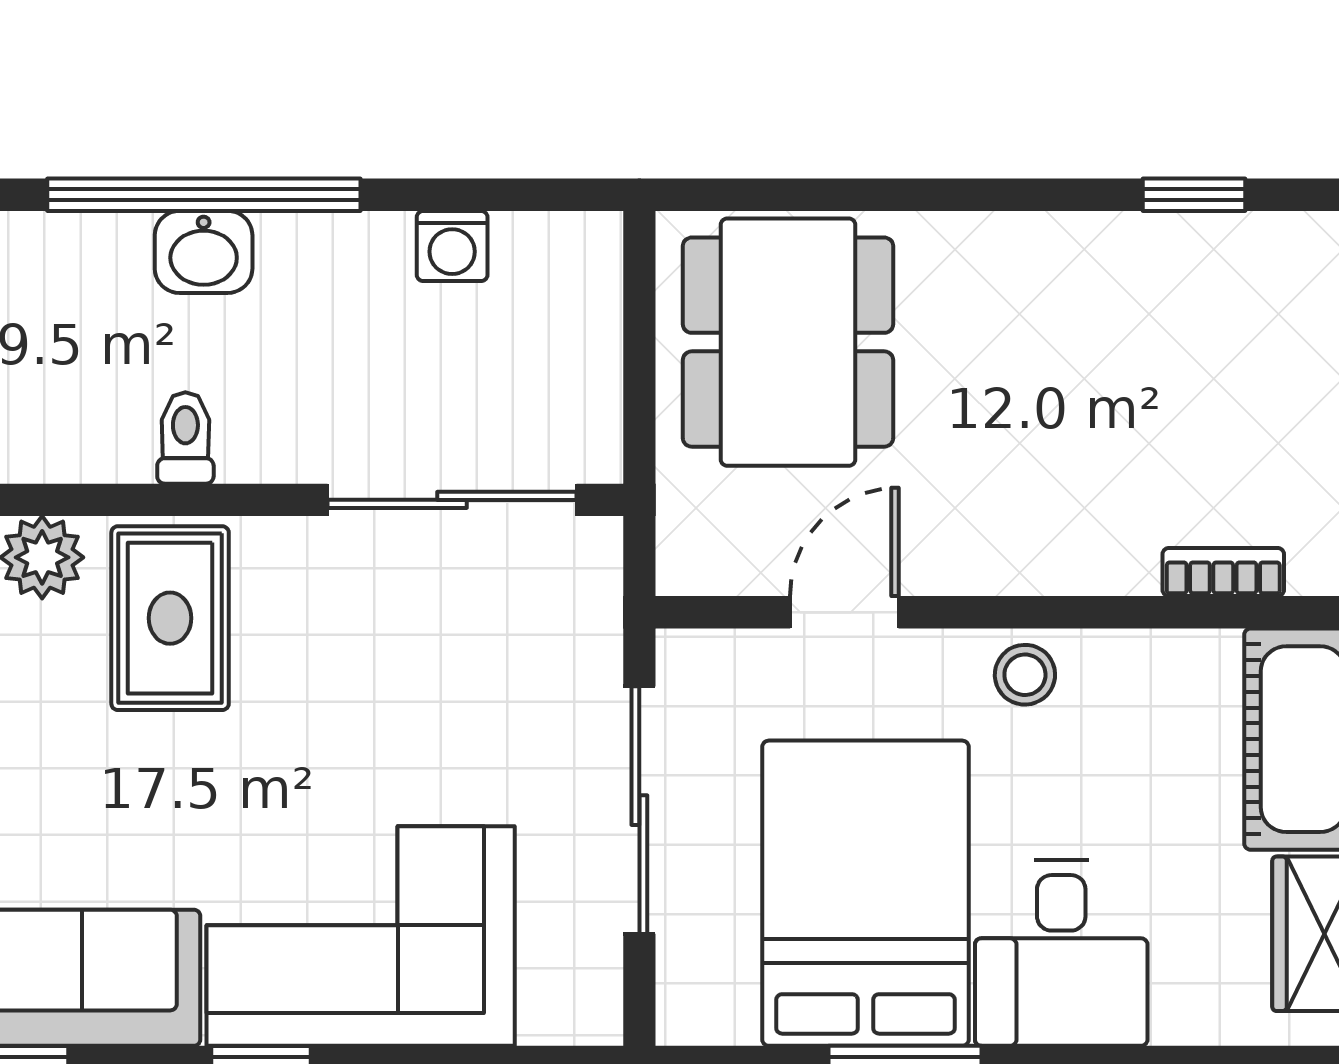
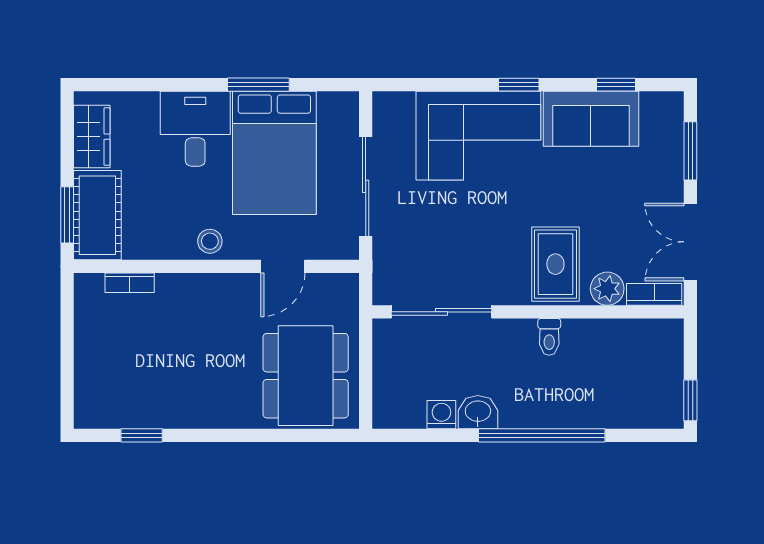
washbasin: (204, 252) -> (478, 412), moved

